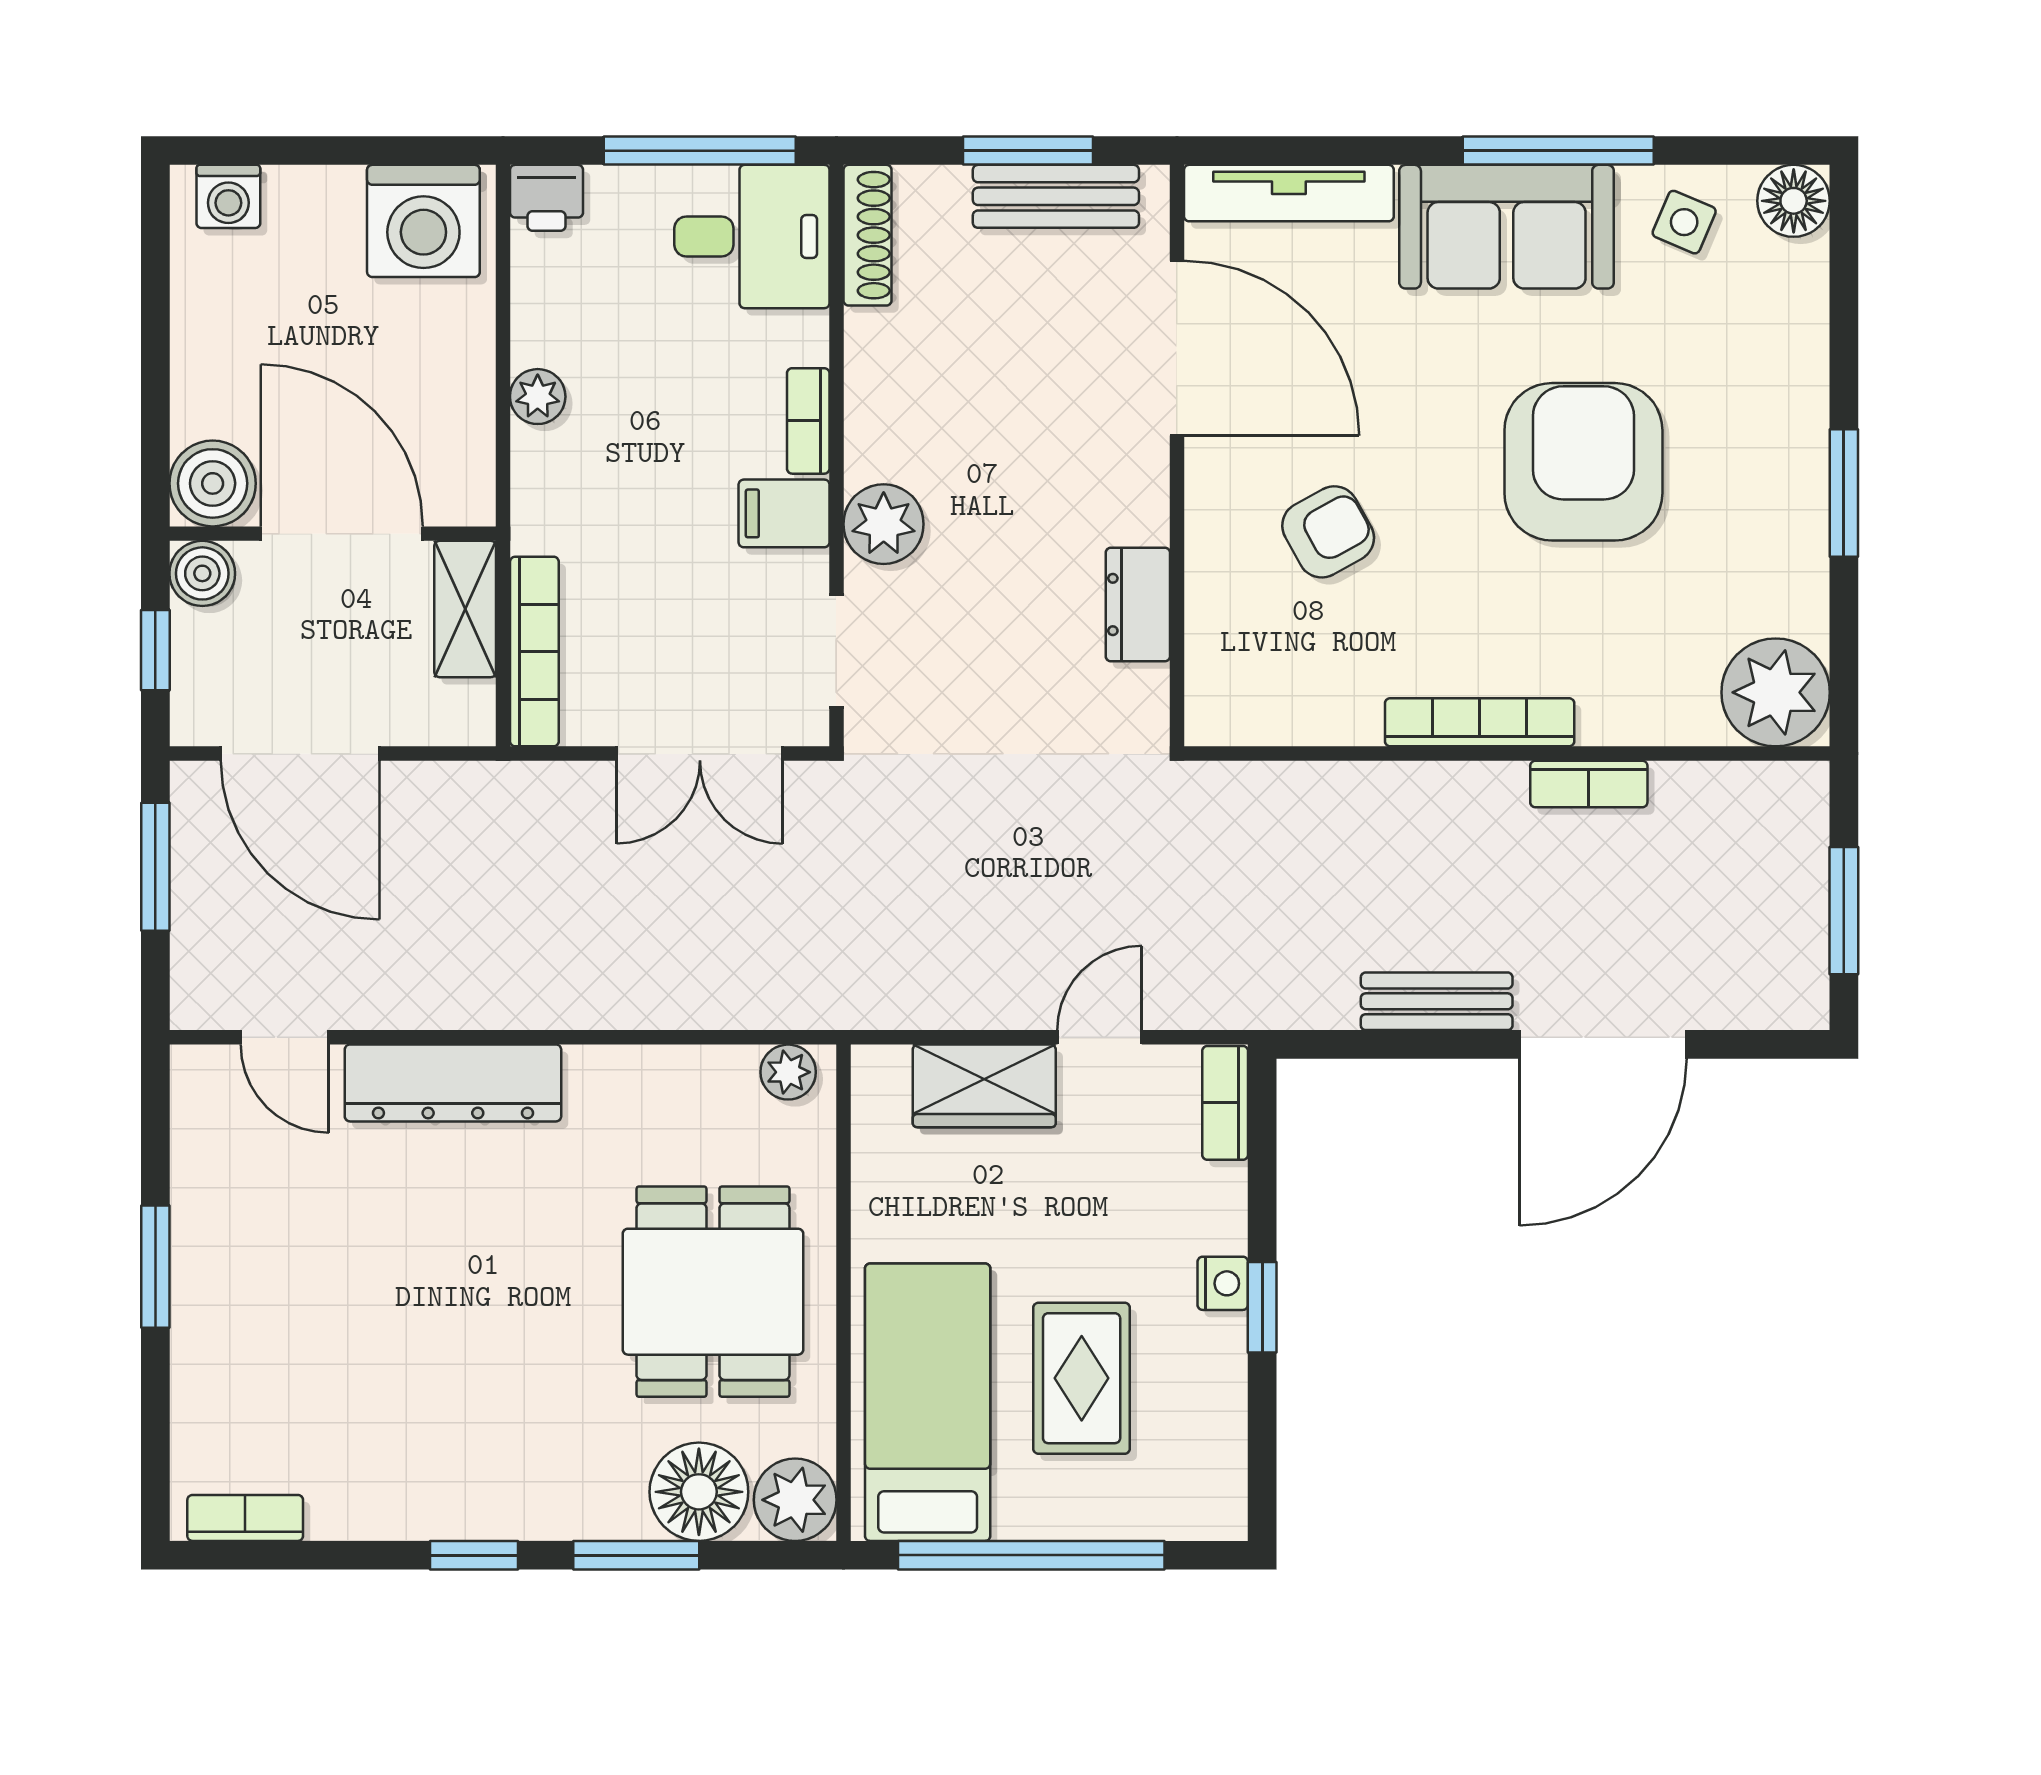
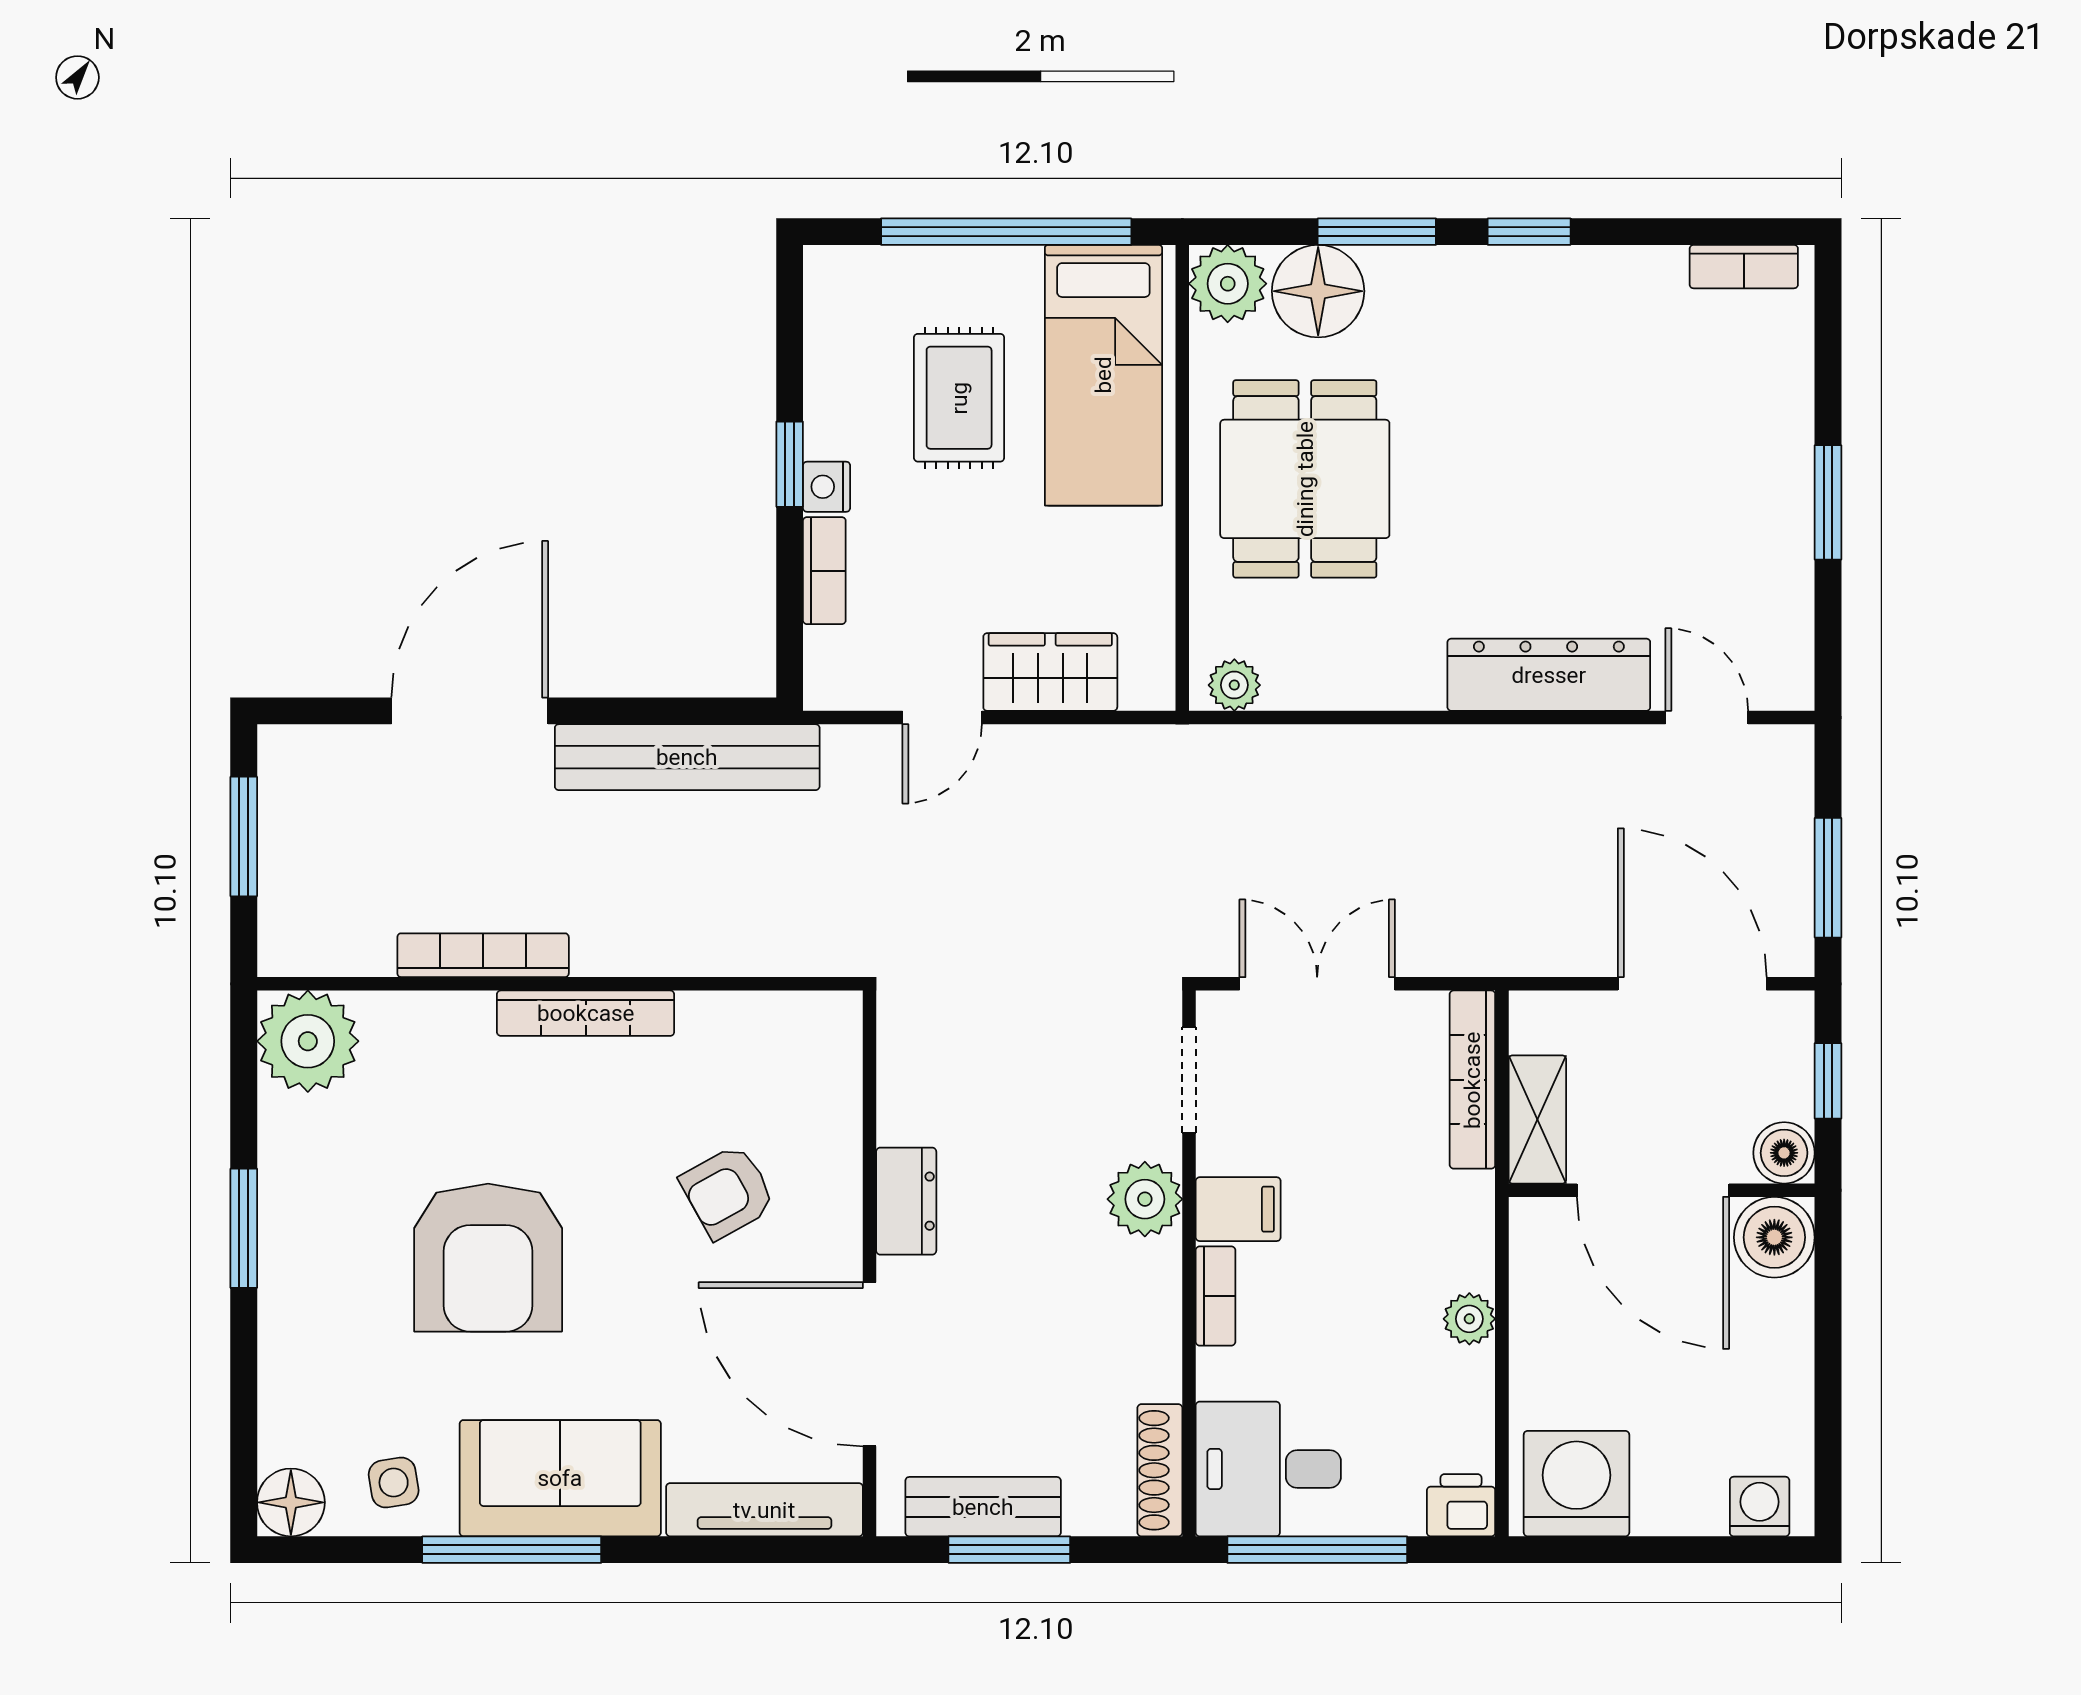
side table: (1684, 222) -> (394, 1483), turned -32
dresser: (1138, 605) -> (906, 1201), moved
bookcase: (1589, 784) -> (483, 955), width x1.56
bench: (1437, 1001) -> (687, 757), width x1.86, depth x1.21
bookcase: (1225, 1103) -> (824, 571), moved

